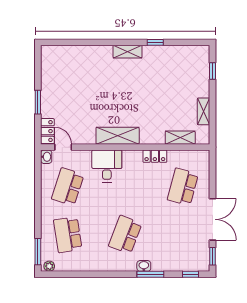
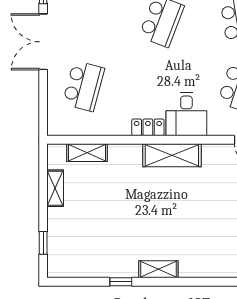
locker: (155, 156) -> (148, 127), moved

